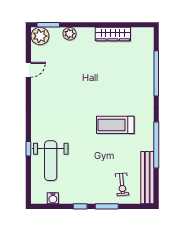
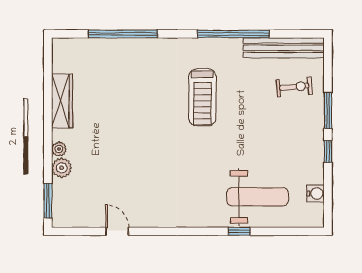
plant: (40, 36) -> (59, 149), moved, width x0.53, depth x0.53

